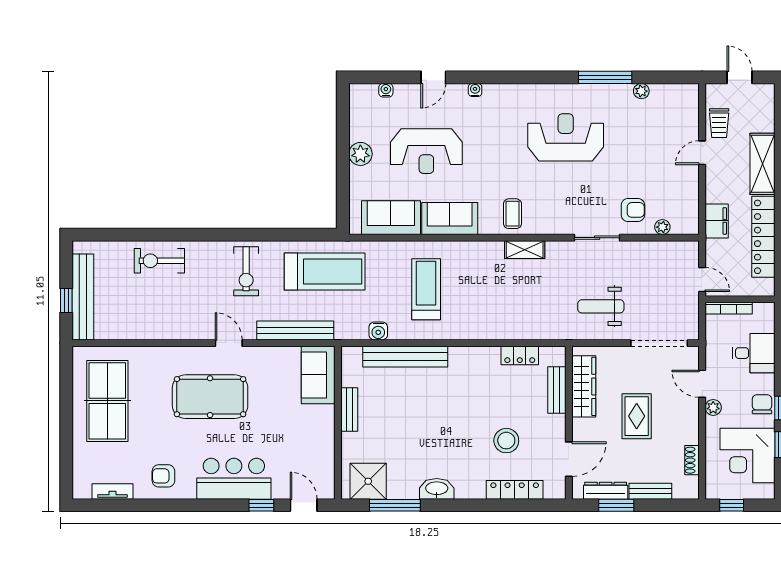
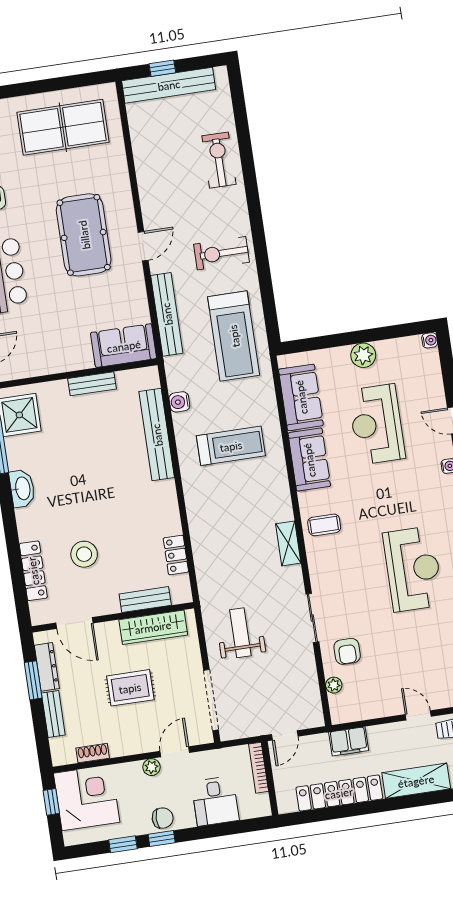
water cooler: (386, 90) -> (430, 340), moved
corner desk: (747, 455) -> (87, 798), moved, turned 90

